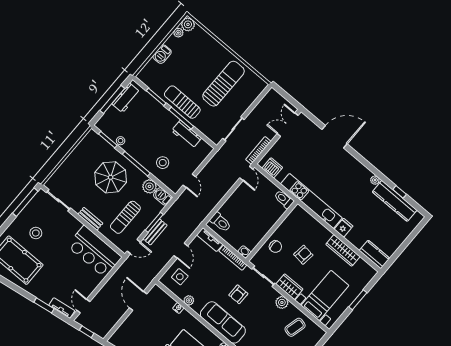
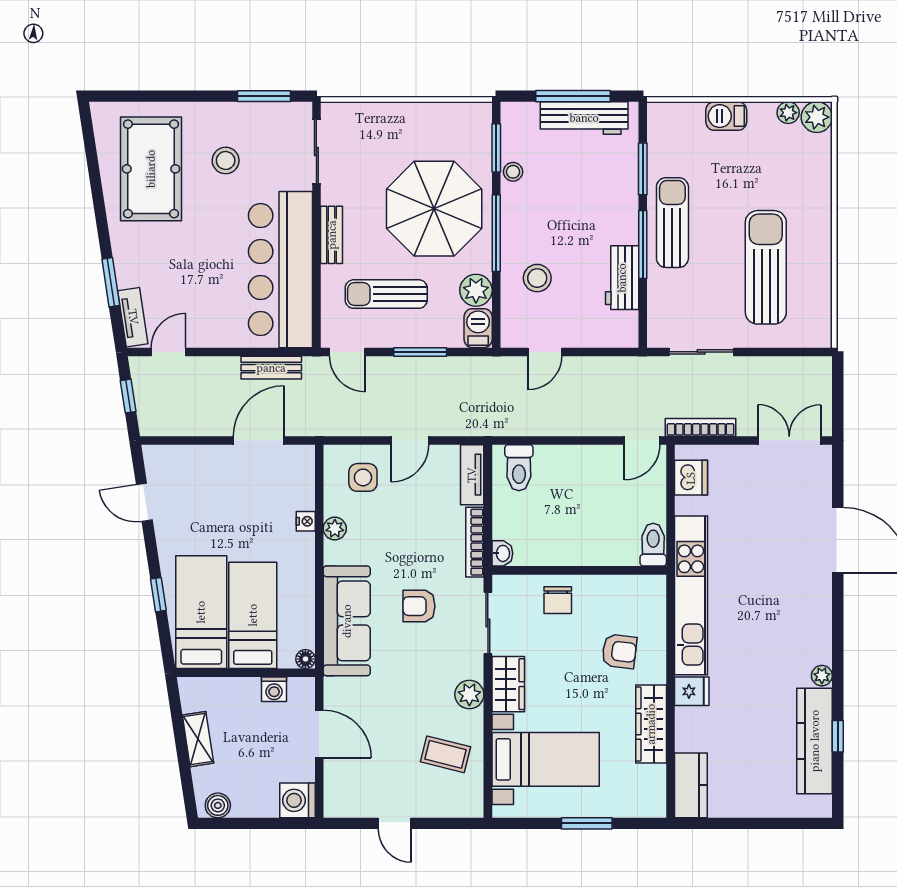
sun lounger: (224, 84) -> (766, 267), turned -90
workbench: (126, 98) -> (584, 118), width x1.38
parasol: (111, 177) -> (434, 209), width x1.36, depth x1.36
window: (25, 202) -> (264, 96), width x0.69
bench: (155, 232) -> (271, 368), moved
bar counter: (94, 251) -> (280, 270), width x1.36
armchair: (303, 255) -> (619, 651), moved

